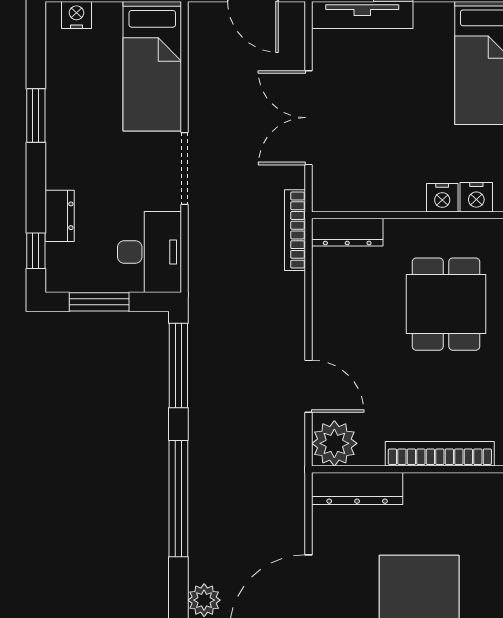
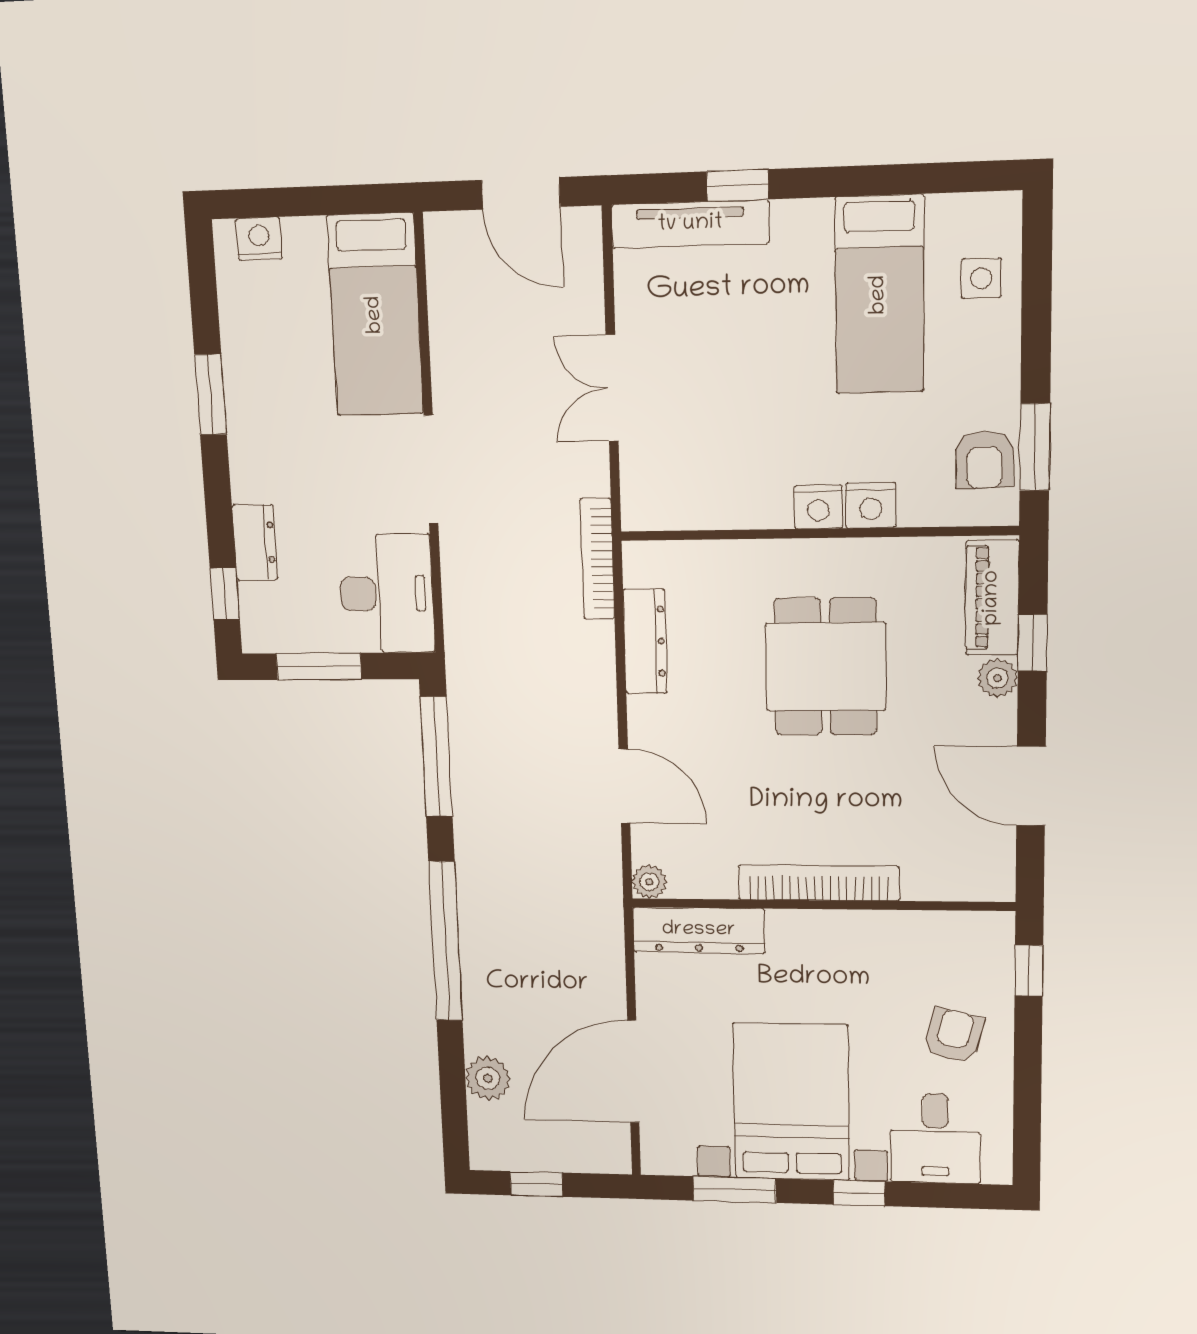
double door: (308, 118) -> (612, 388), width x0.73
dresser: (347, 232) -> (645, 641), moved, turned -90
plant: (334, 443) -> (649, 882), width x0.53, depth x0.53

